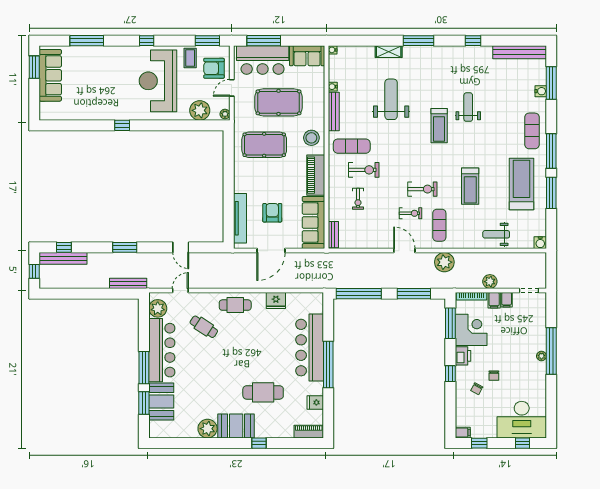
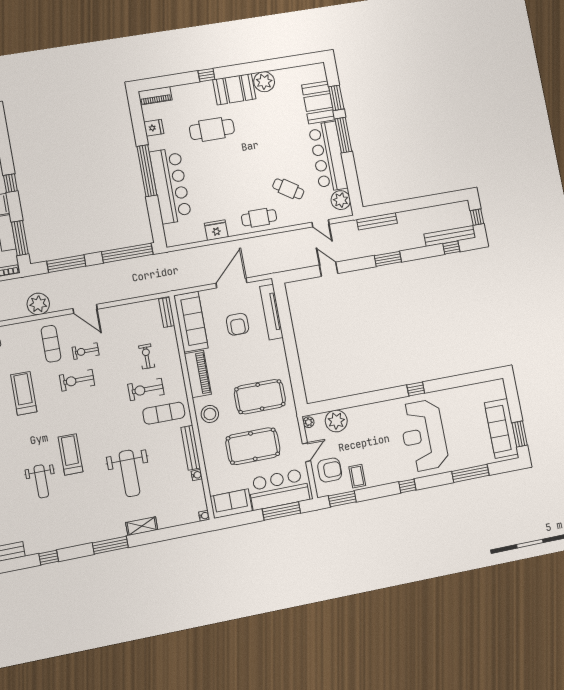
reception desk: (158, 81) -> (424, 436), moved, turned 180
door: (180, 290) -> (321, 223), hinge flipped

